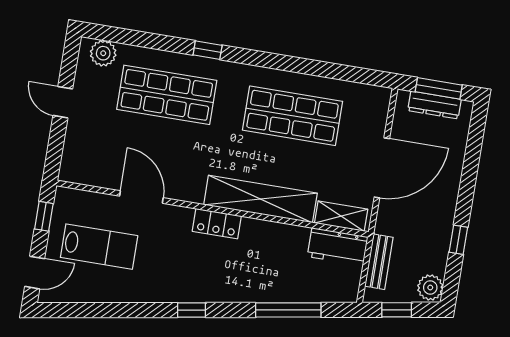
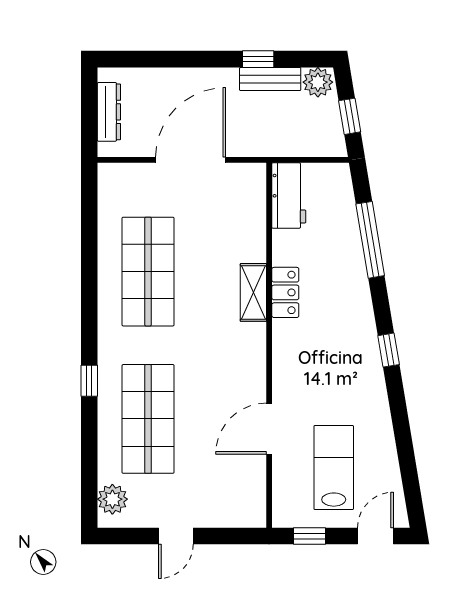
window: (439, 88) -> (89, 110), removed
door: (382, 168) -> (191, 160), hinge flipped
shelving: (260, 199) -> (253, 292), width x0.45, depth x0.75
shelving: (341, 216) -> (253, 197), removed
locker: (217, 224) -> (285, 292), moved
bench: (379, 262) -> (270, 79), moved
door: (35, 273) -> (375, 536), hinge flipped

